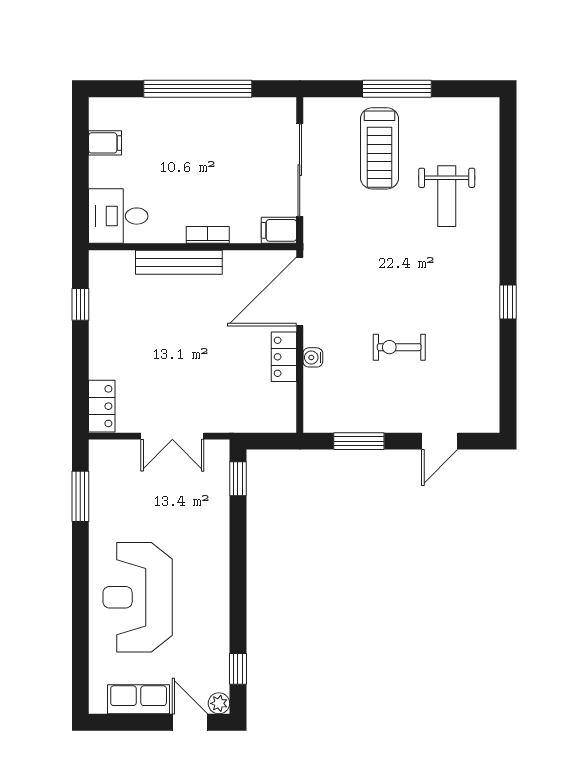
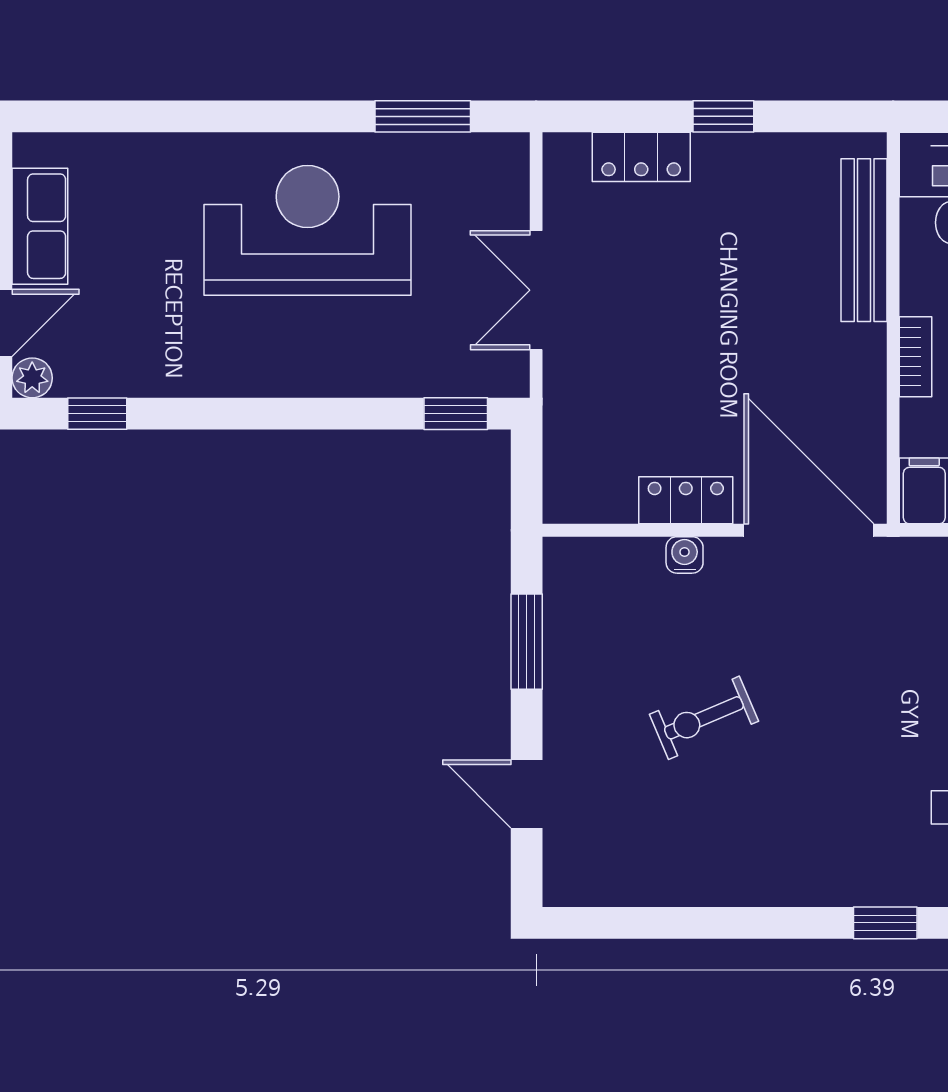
bench: (179, 262) -> (864, 240), moved
window: (508, 302) -> (885, 923), moved
window: (80, 304) -> (723, 116), moved
exercise bike: (399, 347) -> (704, 718), turned -113
locker: (102, 406) -> (641, 157), moved
reception desk: (138, 597) -> (308, 230), moved

